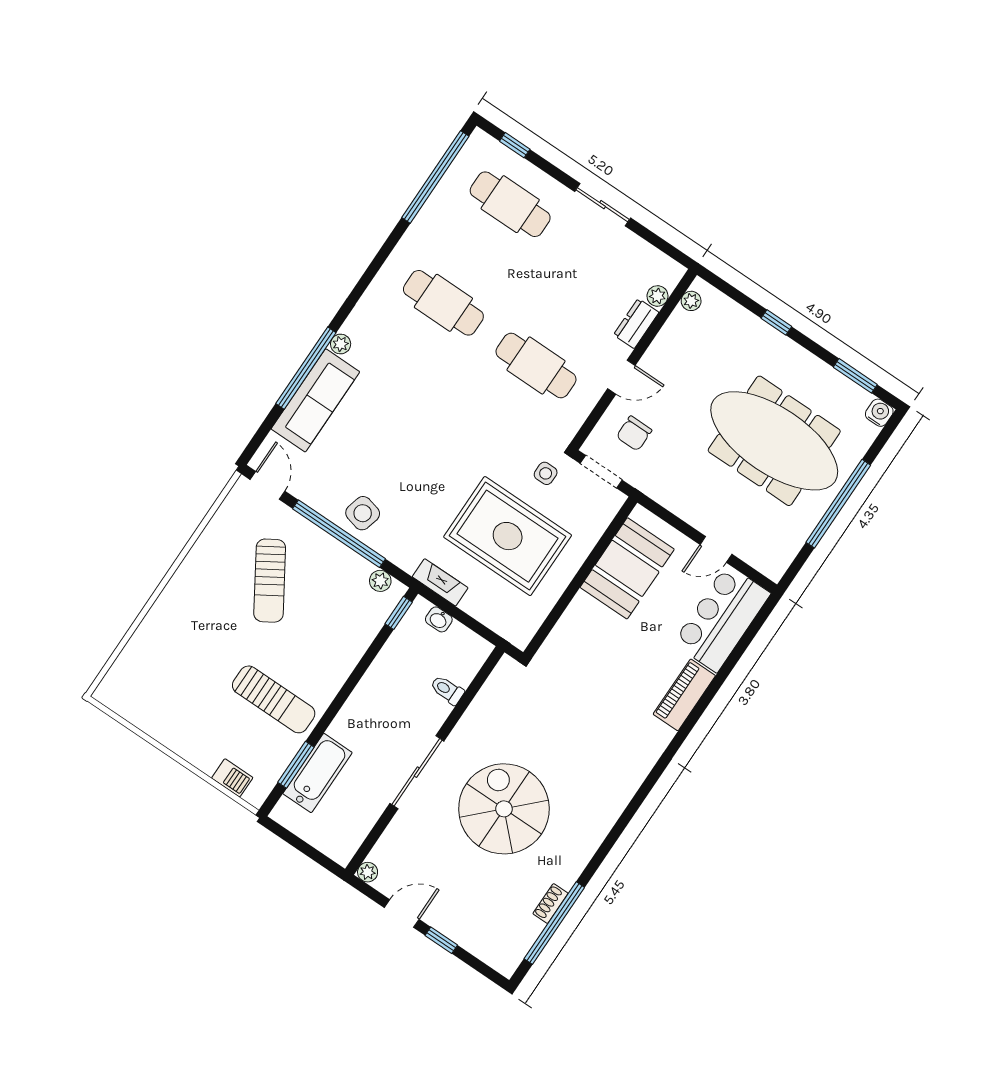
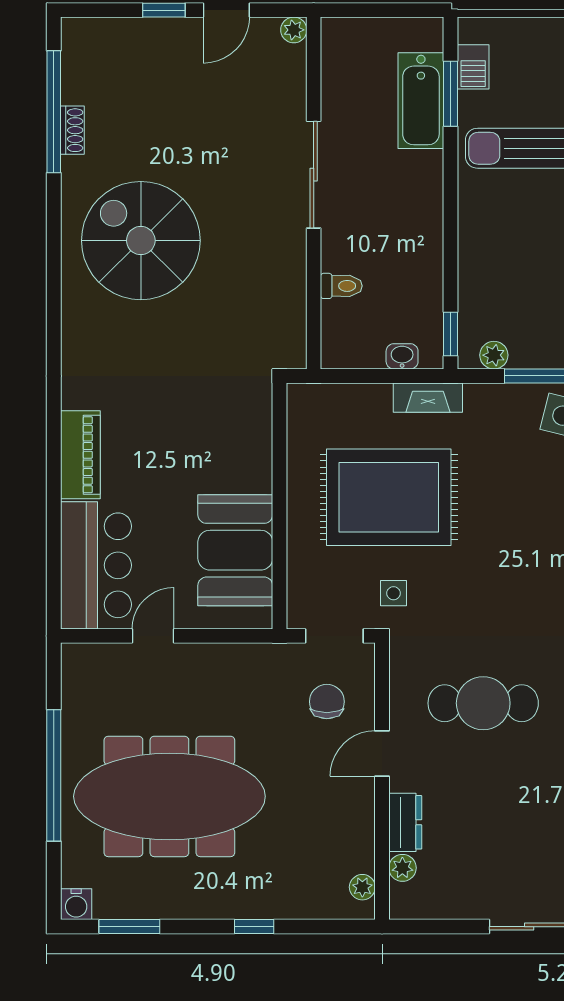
barbecue: (232, 778) -> (473, 67), moved, turned -90
spiral stairs: (504, 809) -> (141, 241), moved, turned 180

